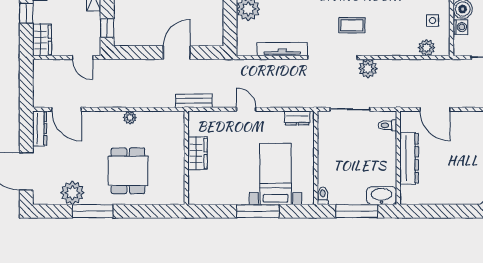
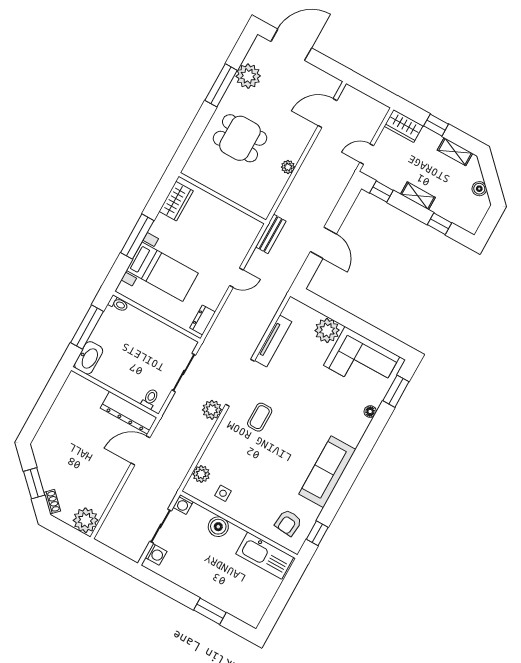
washing machine: (460, 27) -> (183, 504), moved
dresser: (40, 129) -> (324, 79), removed
wardrobe: (198, 153) -> (176, 201), moved, turned -90
dresser: (409, 158) -> (129, 413), moved

